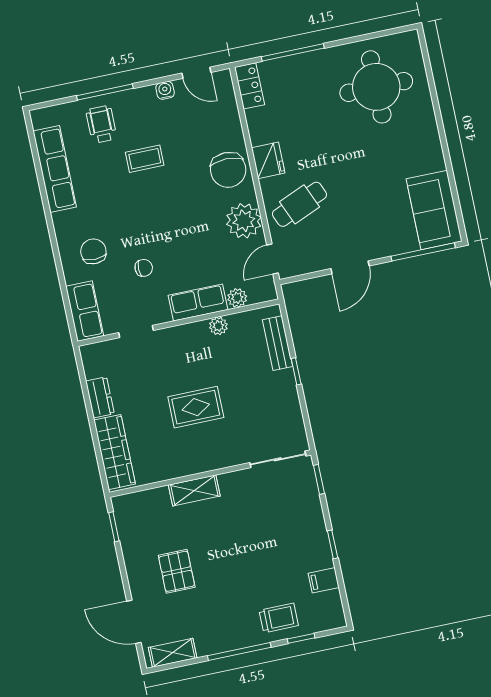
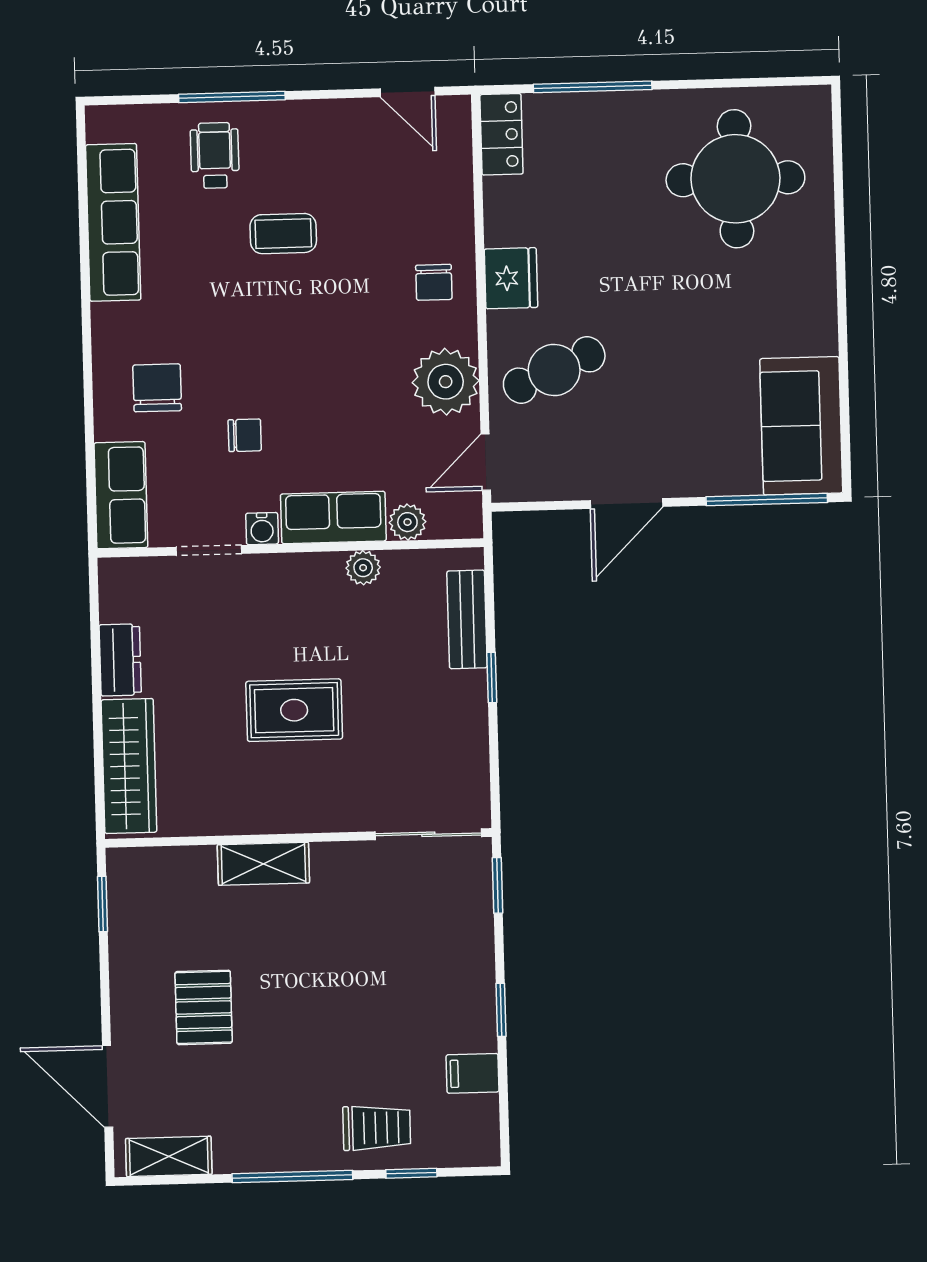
water cooler: (165, 90) -> (262, 529), moved, turned 180
chair: (228, 170) -> (434, 282), width x0.54, depth x0.54

